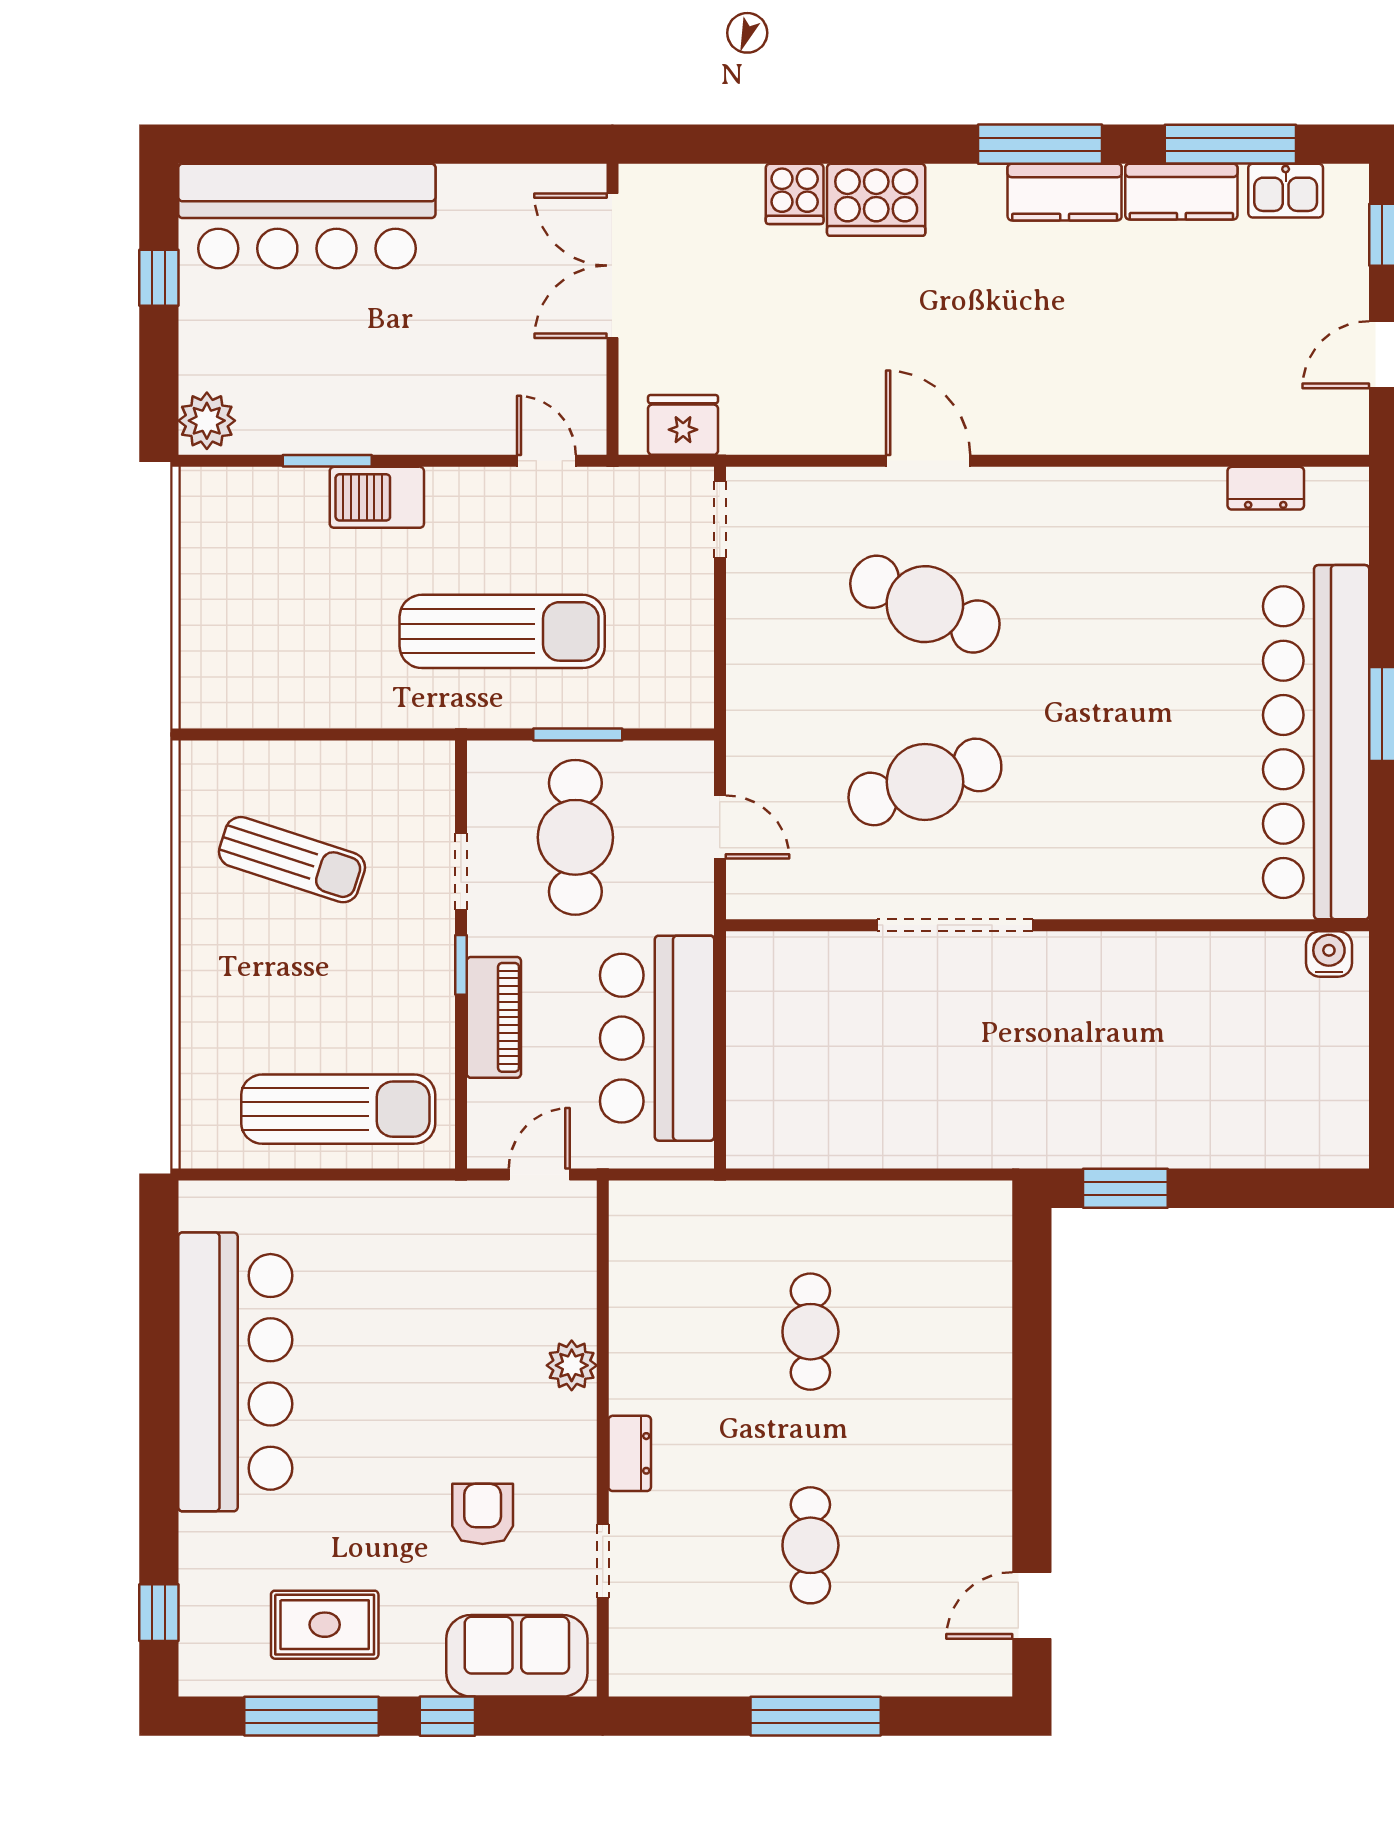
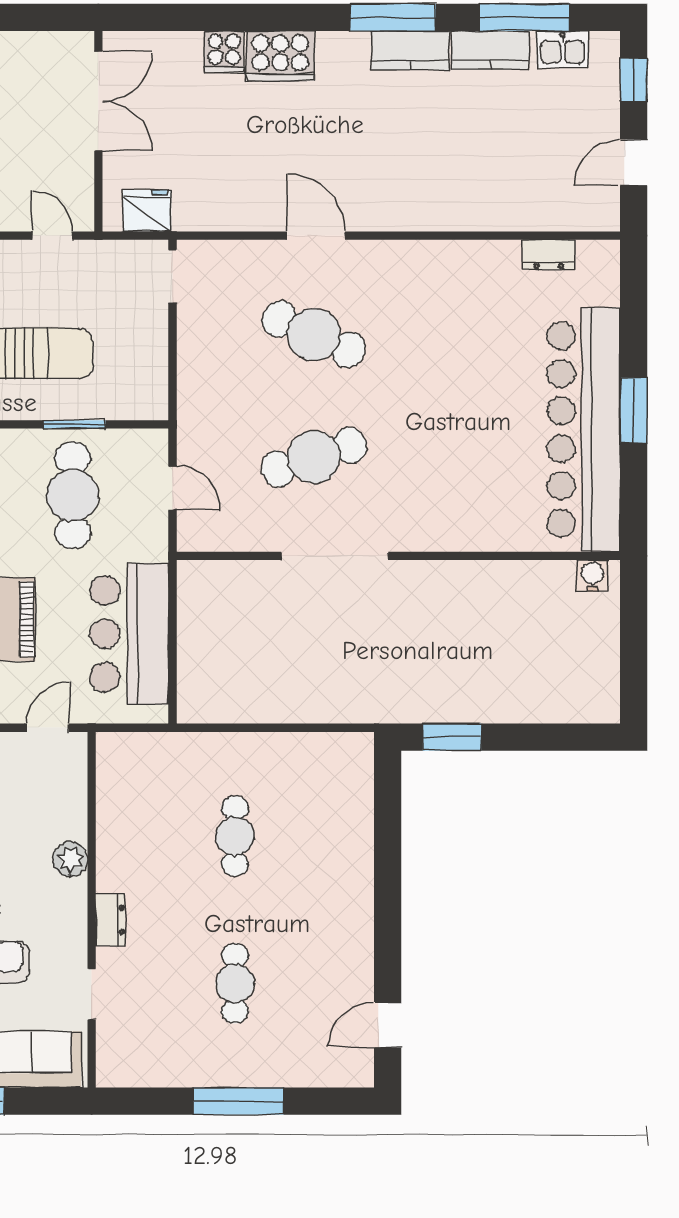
double door: (612, 266) -> (98, 101), swing flipped

